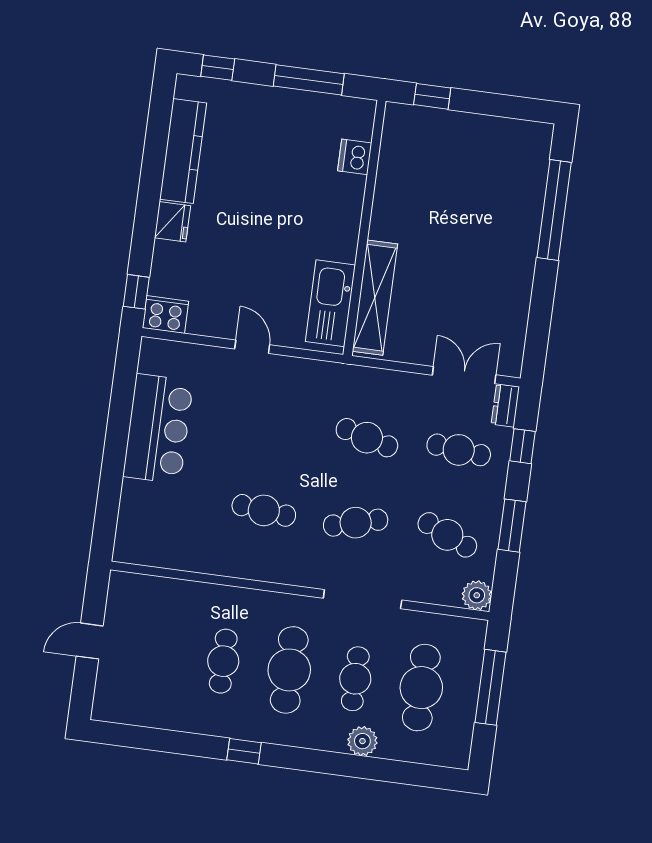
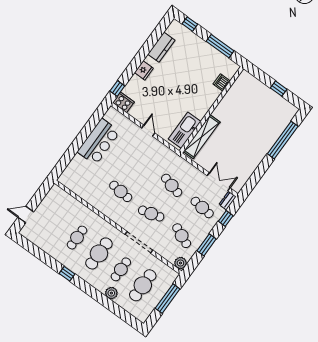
window: (432, 96) -> (279, 89), moved
kitchen counter: (183, 151) -> (161, 47), width x0.67
door: (90, 641) -> (26, 215), moved

